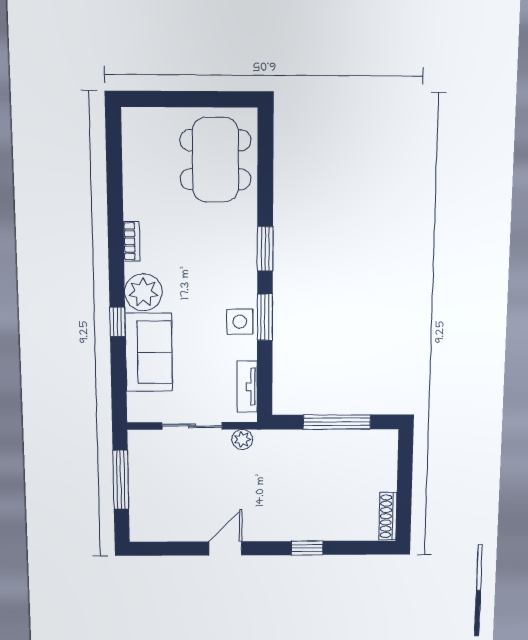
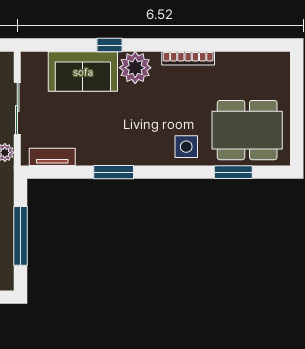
bookcase: (131, 241) -> (188, 58), width x1.56
window: (265, 249) -> (233, 172), moved
side table: (240, 322) -> (186, 147), moved

